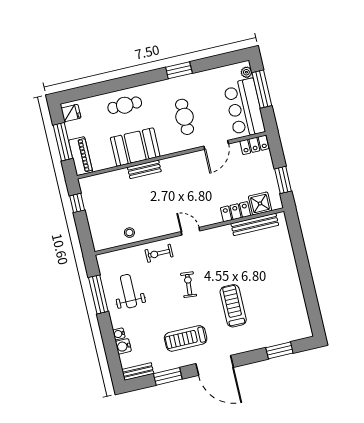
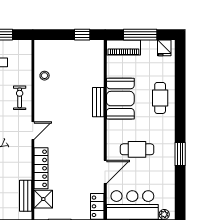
door: (216, 145) -> (105, 172), swing flipped
locker: (236, 212) -> (41, 168), width x1.53
bench: (255, 224) -> (26, 196), width x0.73

